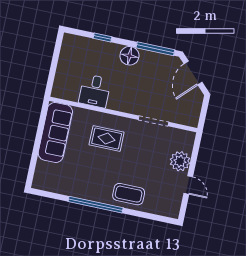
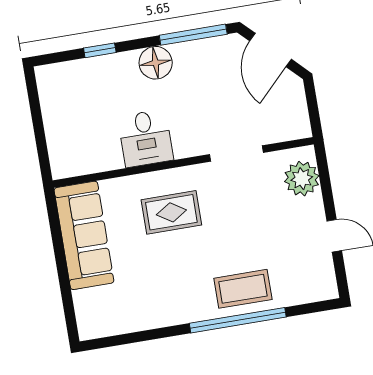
desk: (95, 91) -> (146, 138), moved
plant: (180, 161) -> (302, 179), moved
window: (96, 205) -> (238, 320), moved

